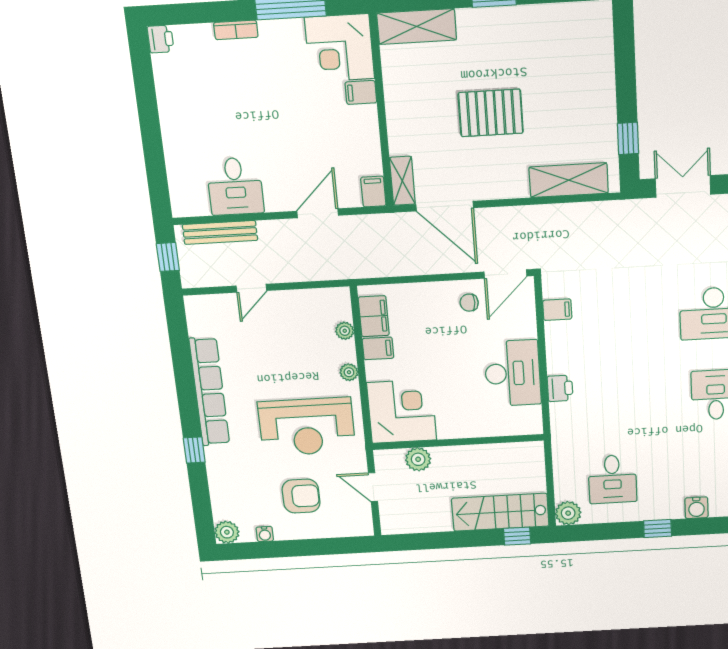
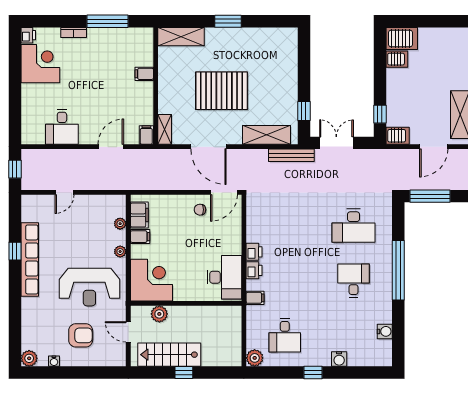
corner desk: (340, 48) -> (40, 64), moved, turned 180
pallet: (491, 113) -> (222, 91), width x1.37, depth x1.41
door: (445, 206) -> (208, 147), moved
bench: (220, 232) -> (291, 155), moved
filing cabinet: (557, 310) -> (255, 298), moved
printer: (558, 361) -> (254, 252), added
desk: (513, 373) -> (224, 277), moved
window: (194, 450) -> (15, 251), moved
stairs: (500, 512) -> (169, 355), moved
window: (517, 536) -> (184, 373), moved

